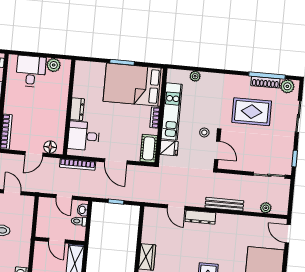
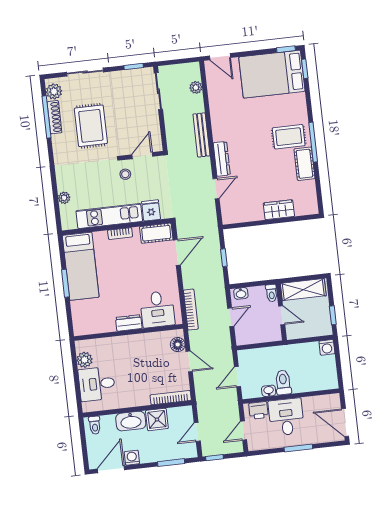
bed: (133, 85) -> (81, 266), width x0.67
door: (116, 161) -> (177, 252), moved
toilet: (79, 221) -> (271, 293), moved
door: (288, 234) -> (220, 57), hinge flipped
door: (57, 241) -> (282, 315), hinge flipped

